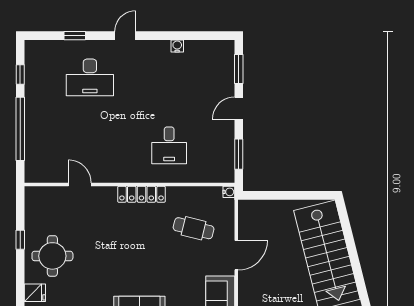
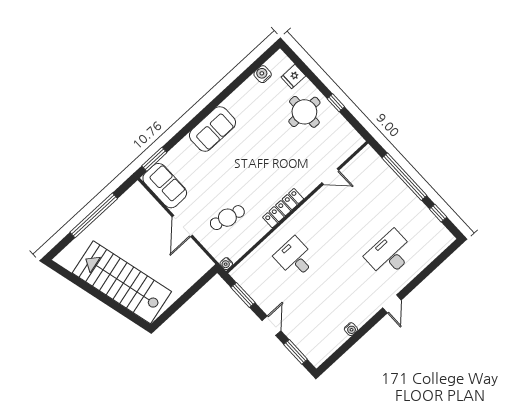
window: (75, 36) -> (426, 273), removed

